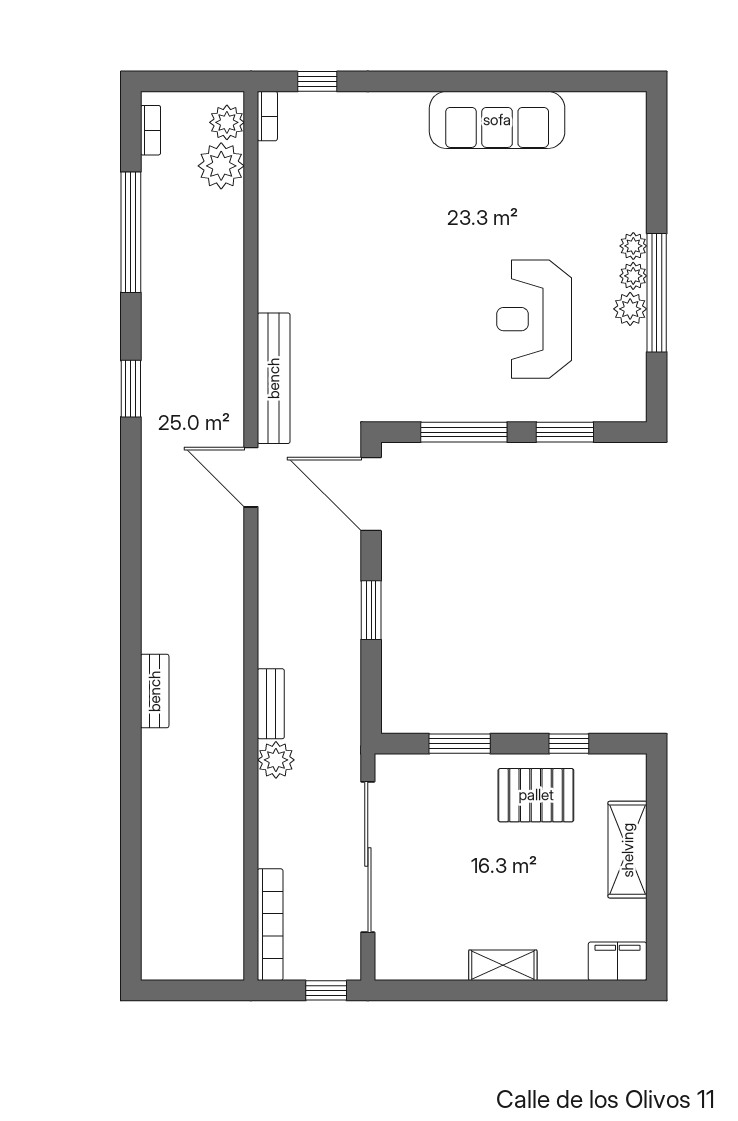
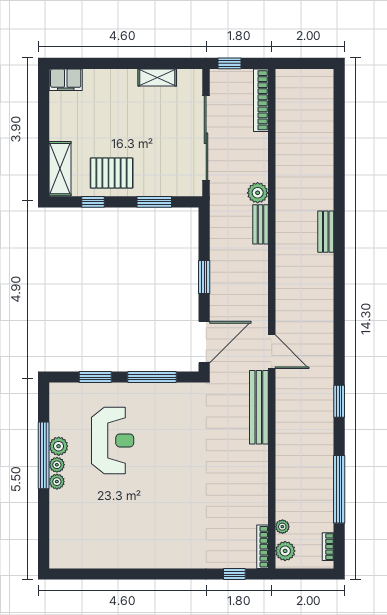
bookcase: (267, 116) -> (262, 547), width x1.56
sofa: (497, 120) -> (133, 552), removed
plant: (221, 166) -> (282, 527), width x0.53, depth x0.53
door: (371, 494) -> (204, 342), hinge flipped
shelving: (628, 850) -> (60, 169), moved
shelving: (503, 965) -> (157, 77), moved

